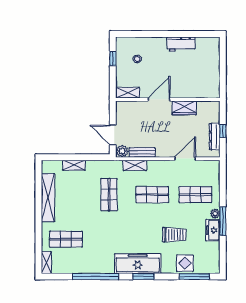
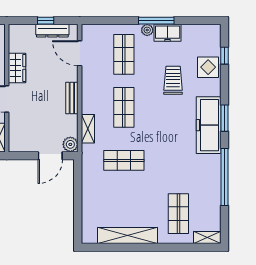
bench: (142, 152) -> (72, 98), moved
door: (185, 159) -> (80, 53), moved
shelving: (74, 165) -> (88, 204), removed
window: (194, 277) -> (224, 56), width x0.46

